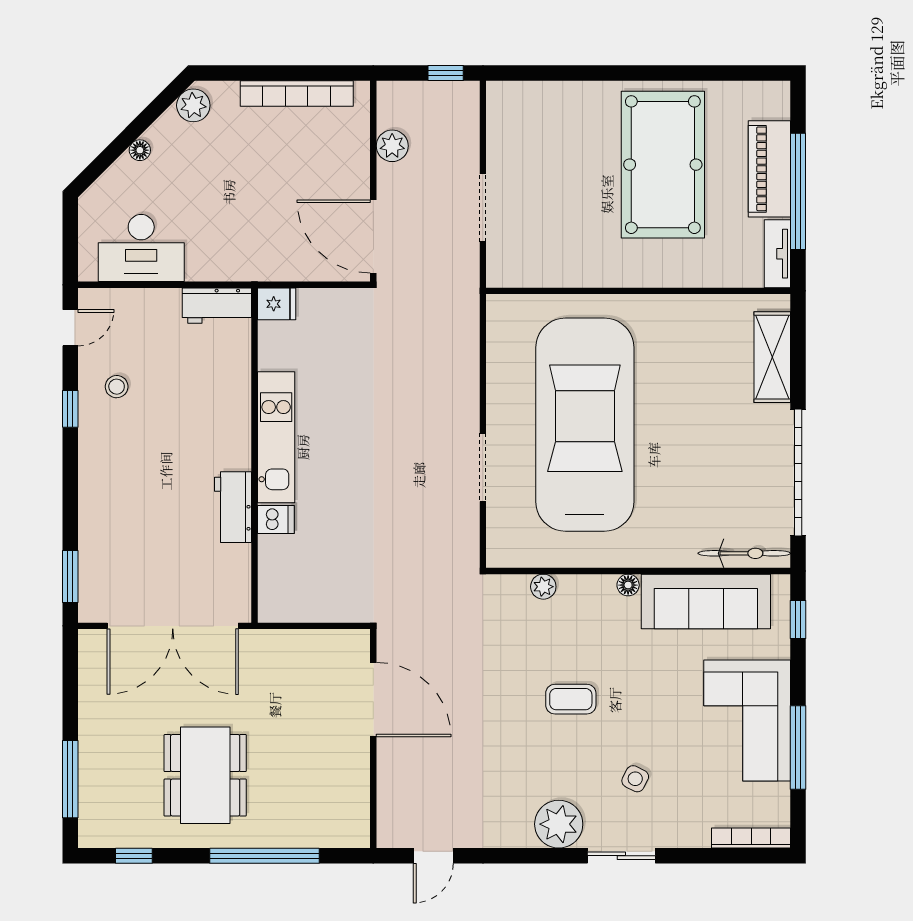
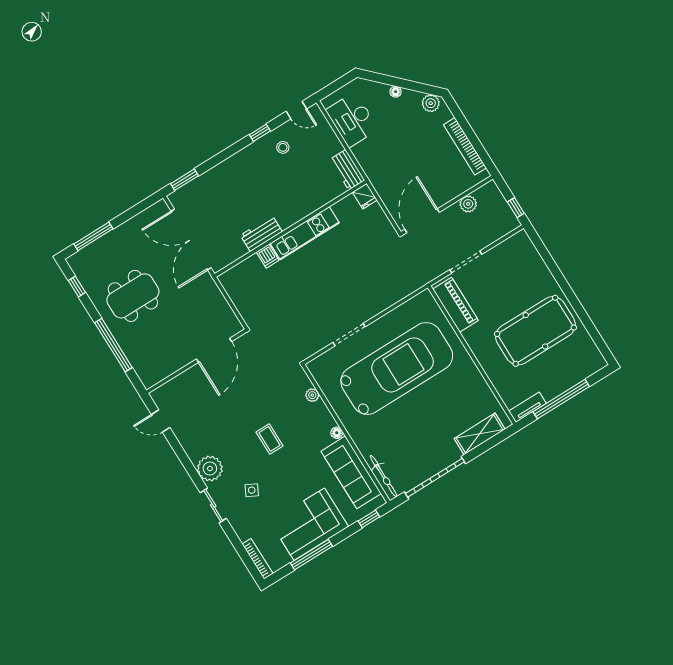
piano: (769, 169) -> (455, 305), moved, turned 90

